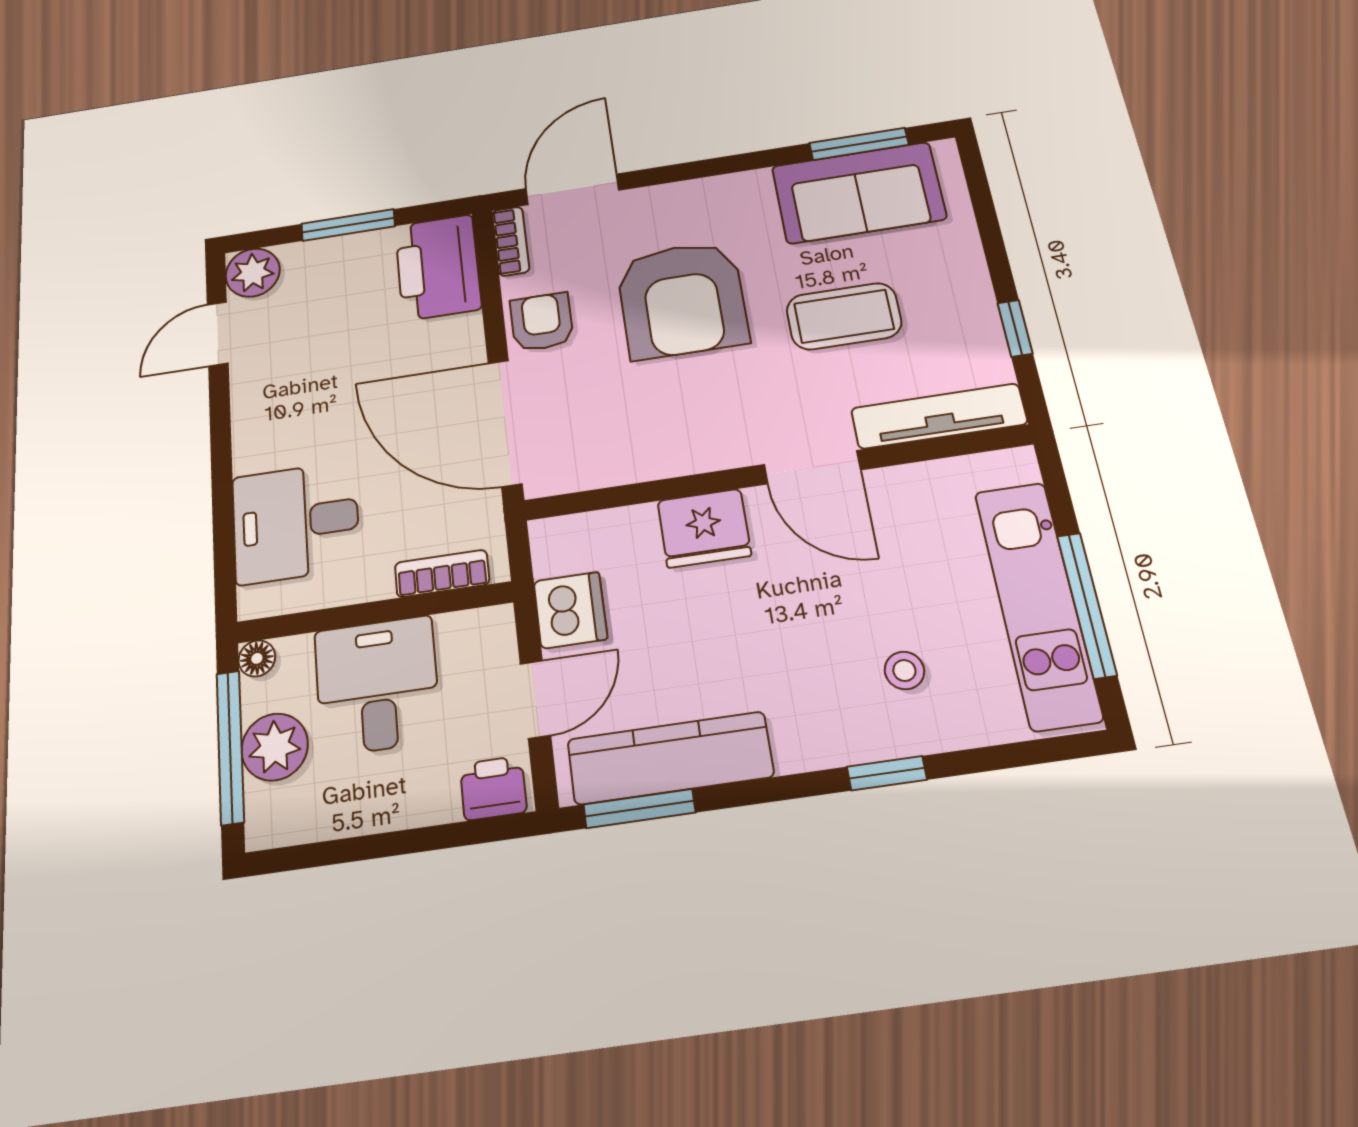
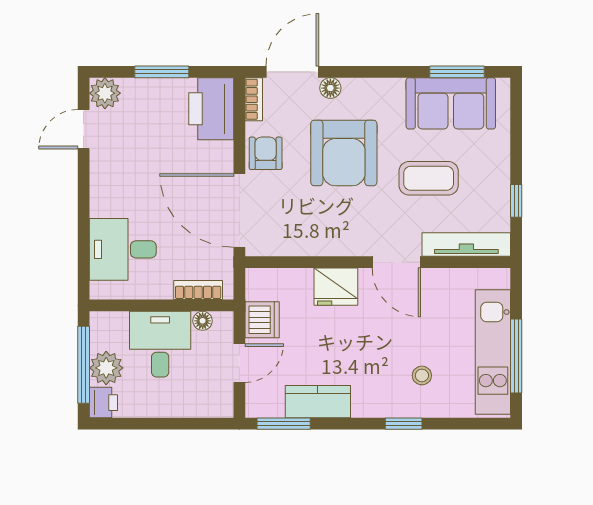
floor lamp: (642, 203) -> (330, 88), added
floor lamp: (257, 658) -> (203, 321), moved
kitchen counter: (670, 758) -> (318, 402), width x0.67
printer: (493, 788) -> (103, 403), moved, turned 90

